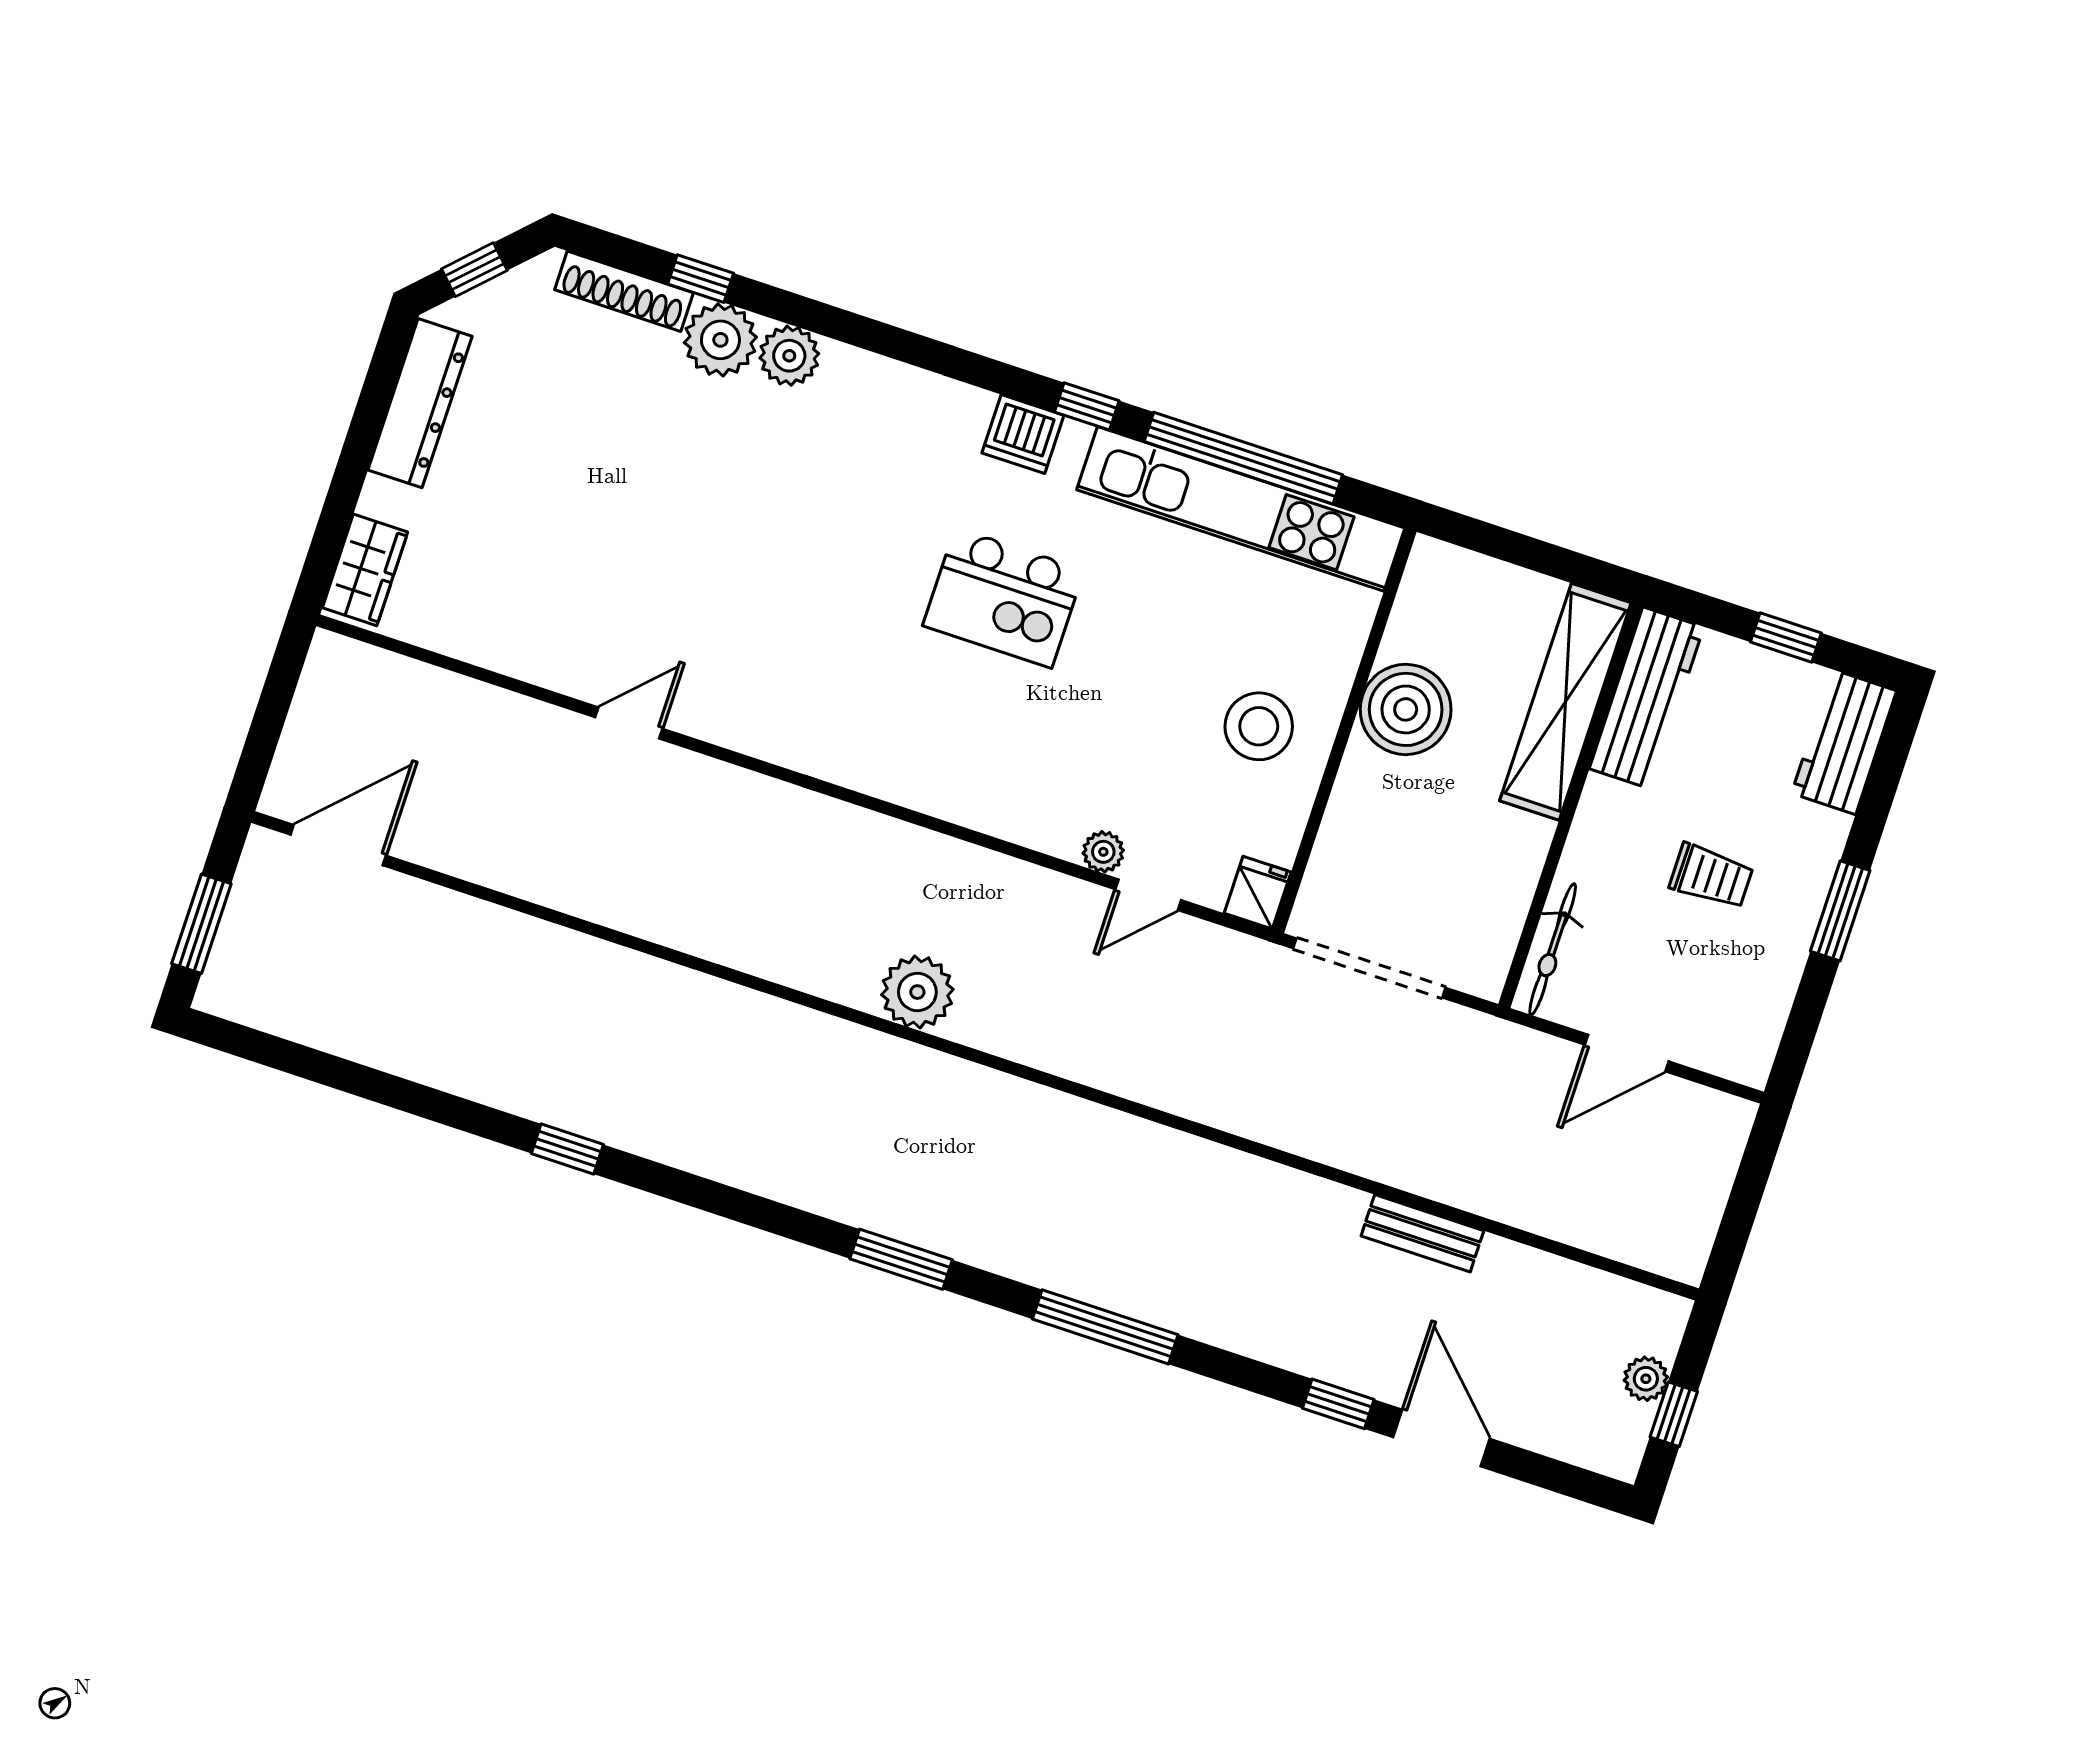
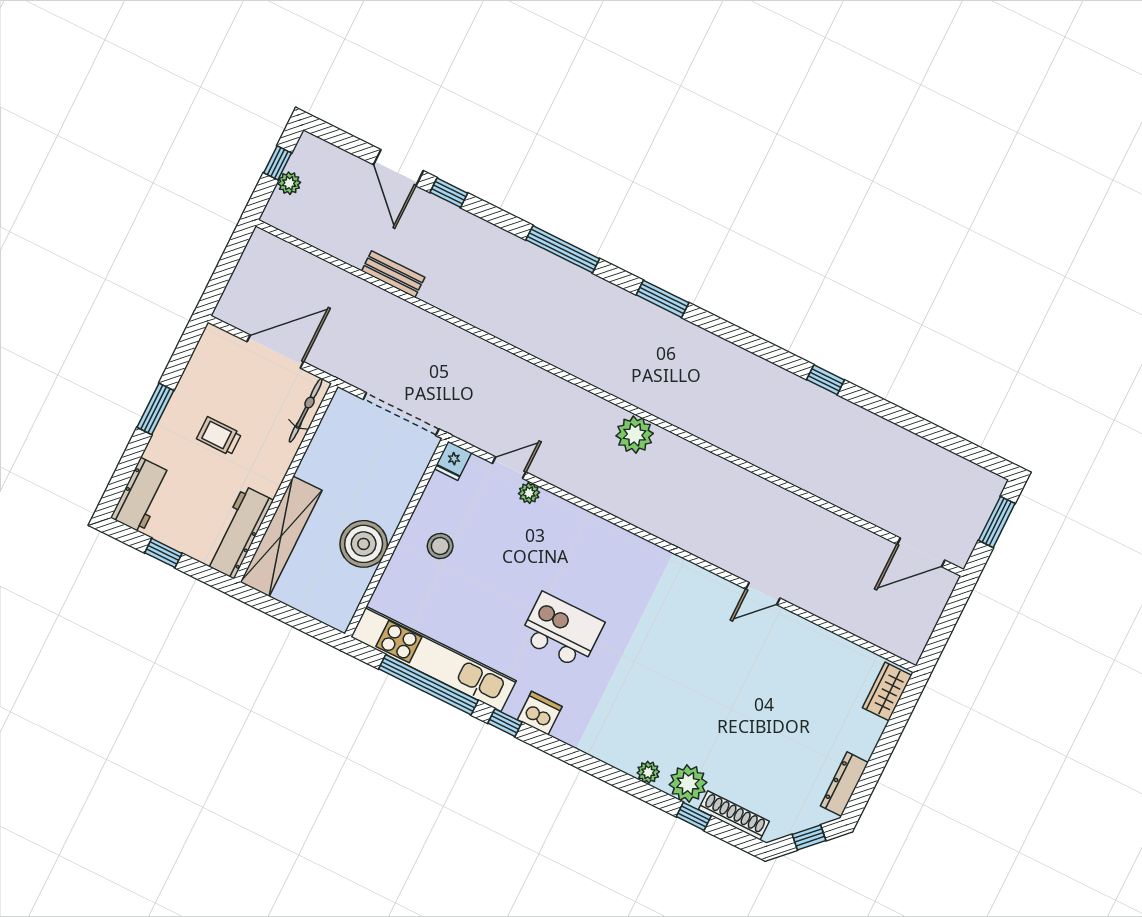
plant: (789, 356) -> (648, 772), width x0.73, depth x0.73
dresser: (420, 403) -> (844, 784), width x0.73, depth x0.80
stool: (1259, 726) -> (440, 546), width x0.73, depth x0.73
door: (1627, 1053) -> (275, 352), width x1.36

